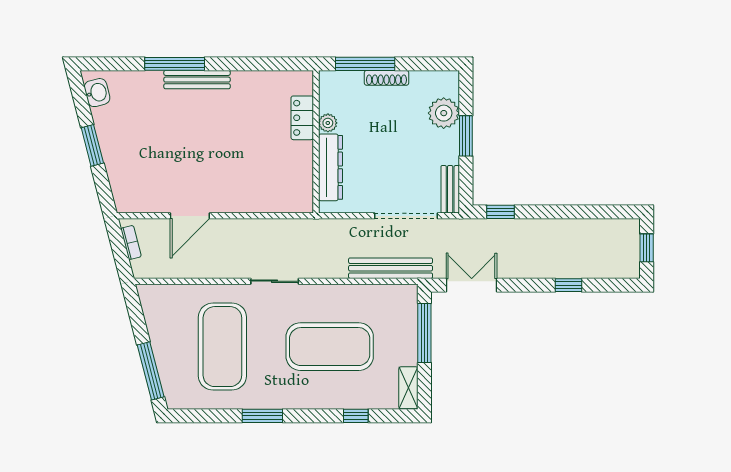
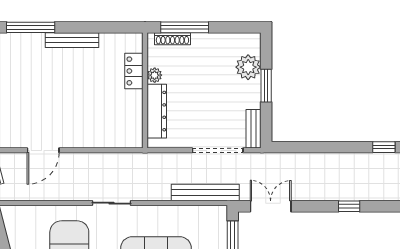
shoe rack: (386, 78) -> (172, 39), moved
bench: (197, 80) -> (72, 40), moved
window: (501, 212) -> (384, 147), moved

